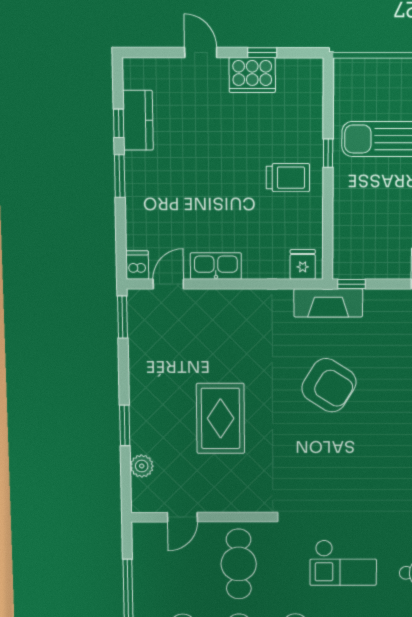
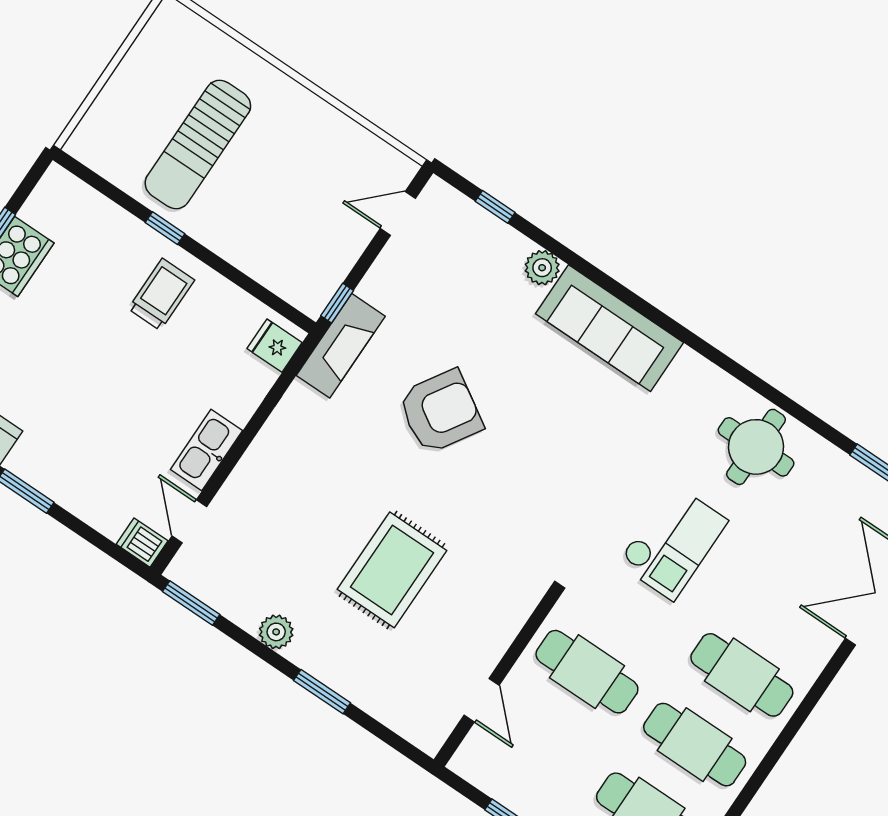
rug: (221, 418) -> (392, 570), turned 90
plant: (142, 466) -> (276, 632), moved

